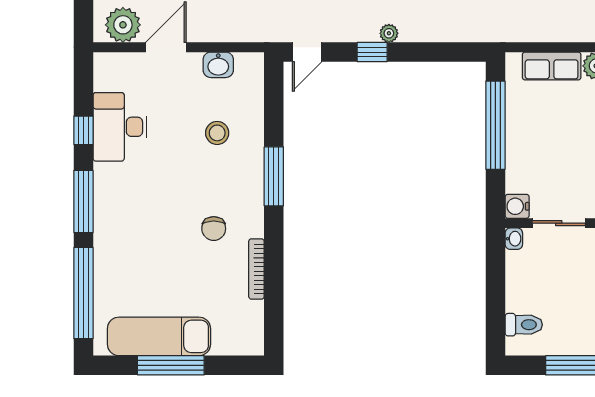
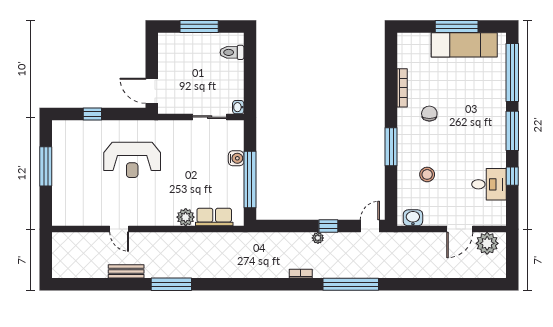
washbasin: (218, 65) -> (413, 218), moved
desk: (120, 127) -> (489, 184), width x0.73
water cooler: (517, 206) -> (236, 158), moved

